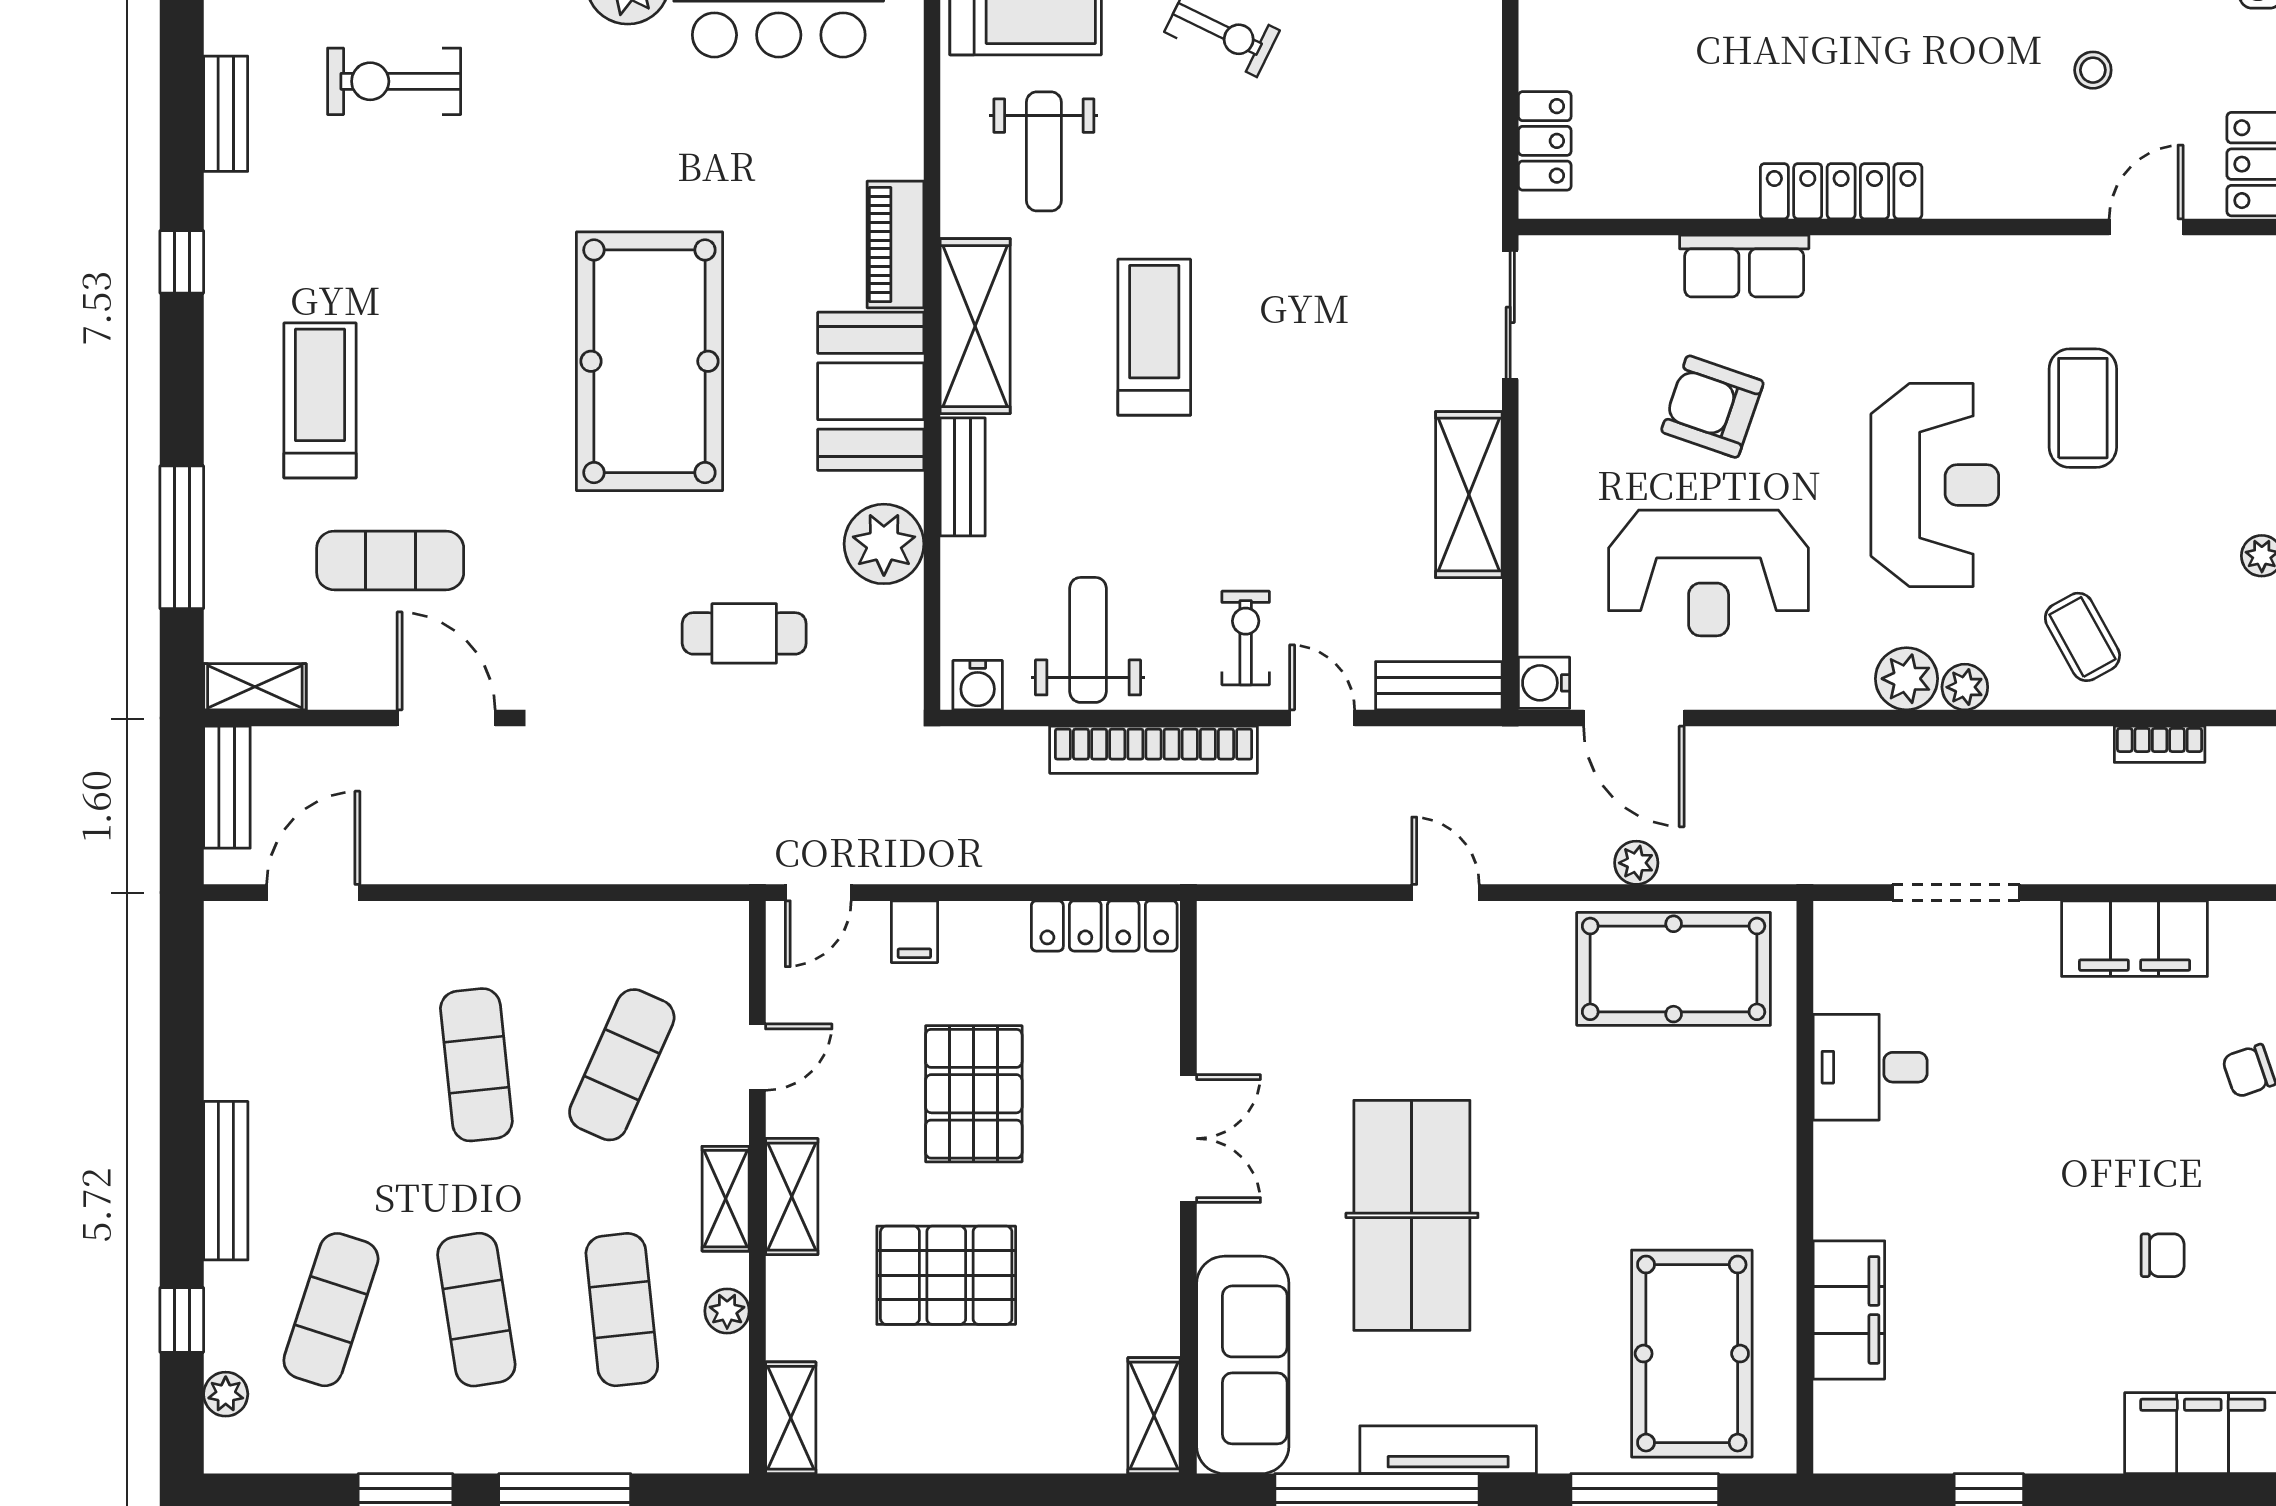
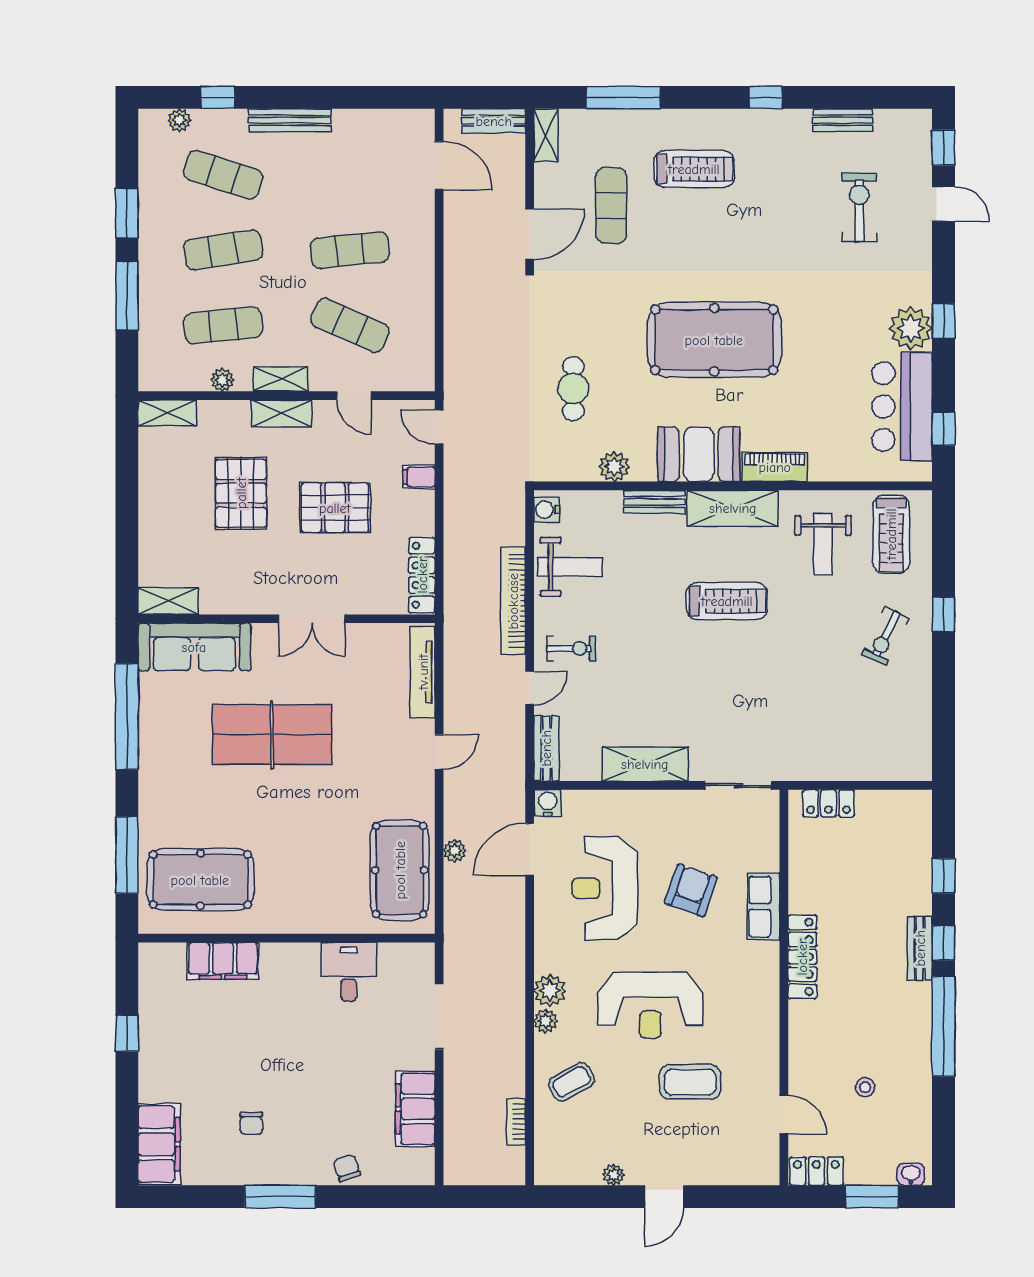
weight bench: (1044, 151) -> (823, 544), turned -90
plant: (884, 544) -> (614, 467), width x0.73, depth x0.73
tv unit: (1448, 1450) -> (423, 672), moved, turned 180

